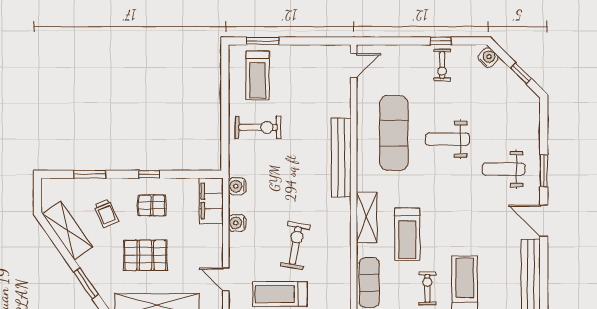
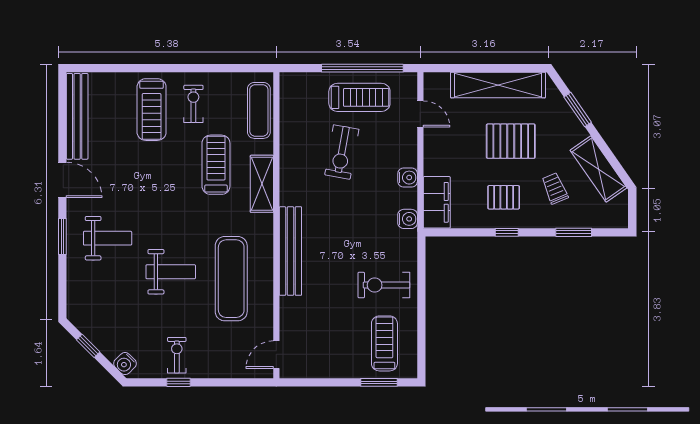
exercise bike: (427, 288) -> (193, 104), turned 180

